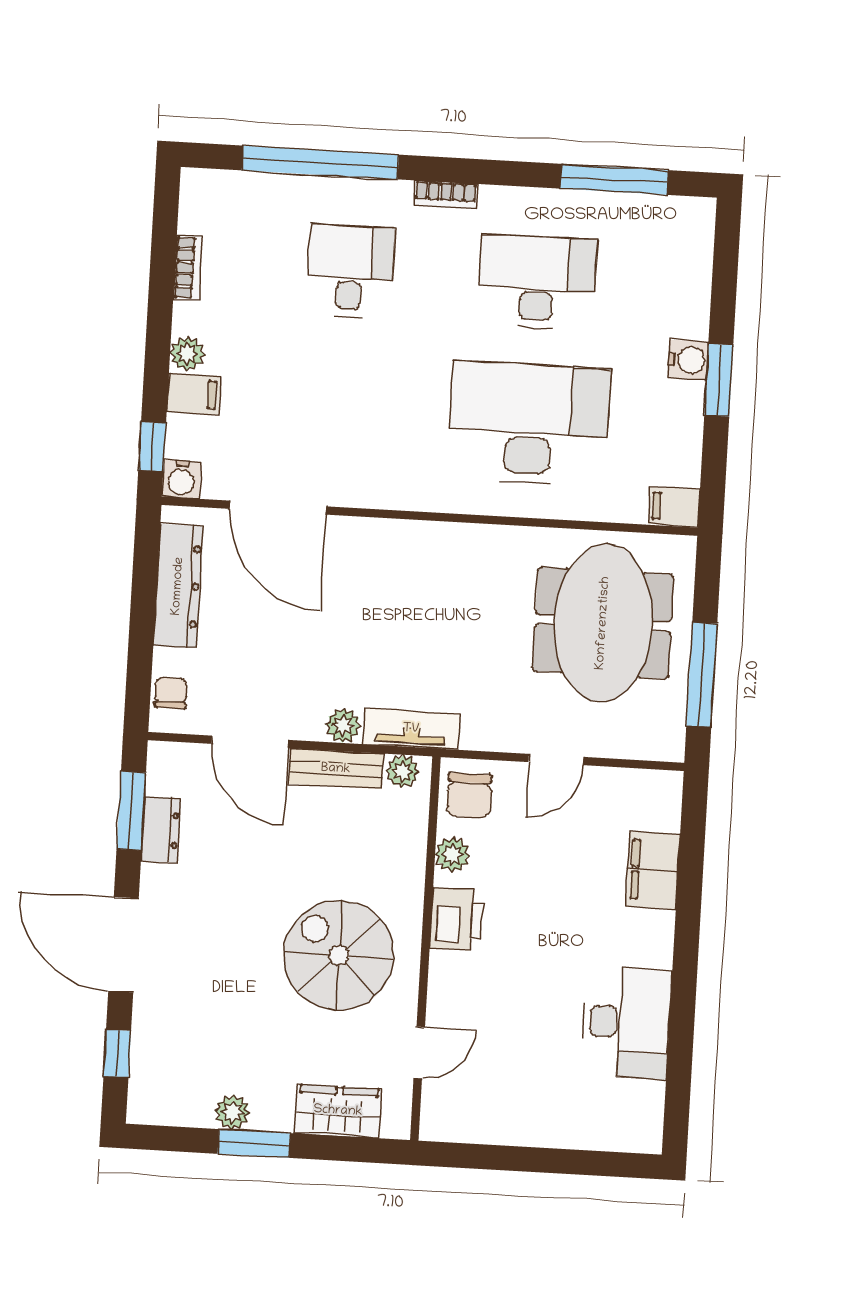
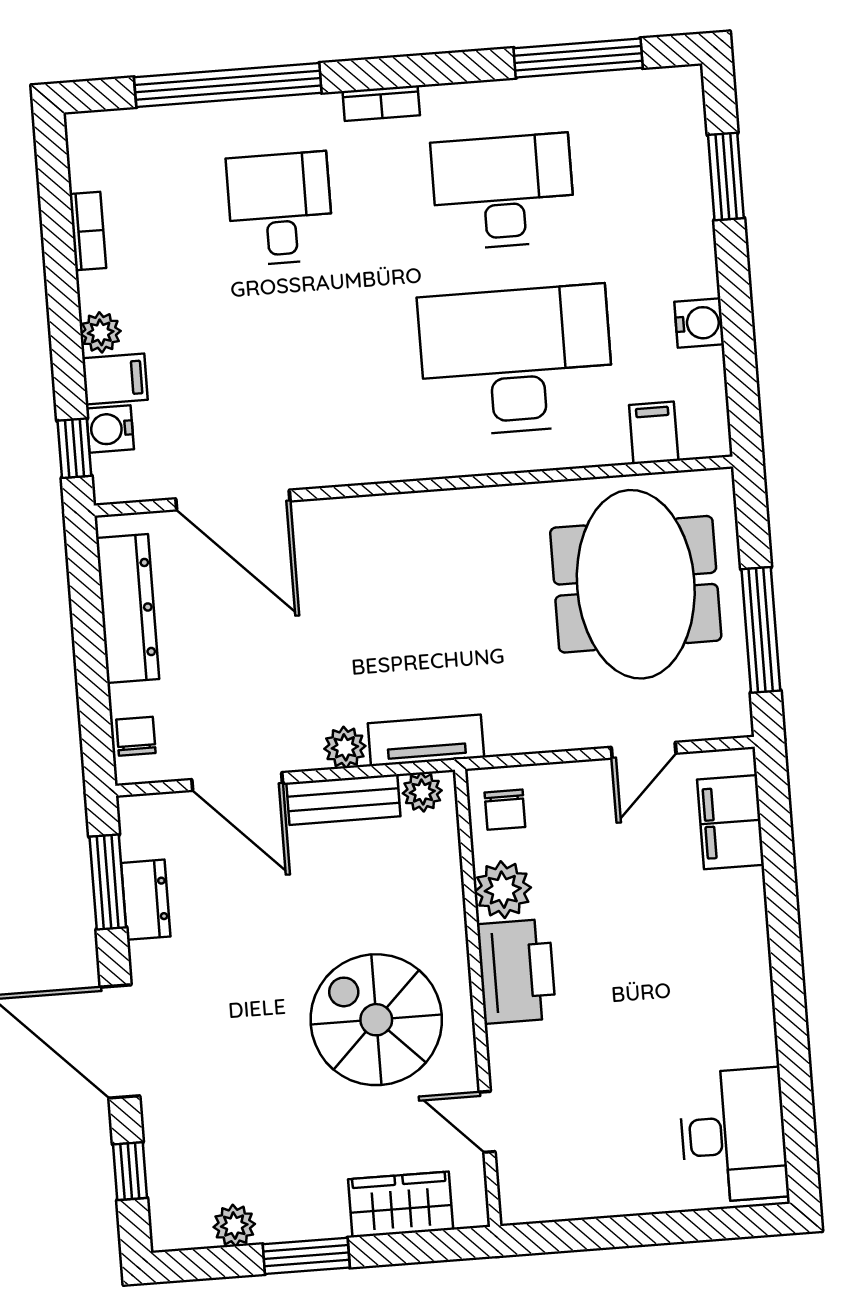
water cooler: (688, 360) -> (699, 323), moved
window: (719, 380) -> (726, 177), moved
water cooler: (181, 479) -> (110, 429), moved, turned 90
filing cabinet: (674, 507) -> (654, 433), moved, turned 90
door: (556, 760) -> (644, 750), moved
chair: (469, 795) -> (505, 810), width x0.73, depth x0.73
plant: (452, 855) -> (503, 890), width x1.38, depth x1.38
filing cabinet: (653, 870) -> (731, 822), moved
printer: (456, 919) -> (517, 971), width x1.37, depth x1.19
desk: (626, 1023) -> (733, 1135), moved
door: (419, 1053) -> (487, 1122), swing flipped
plant: (232, 1112) -> (234, 1225), moved

